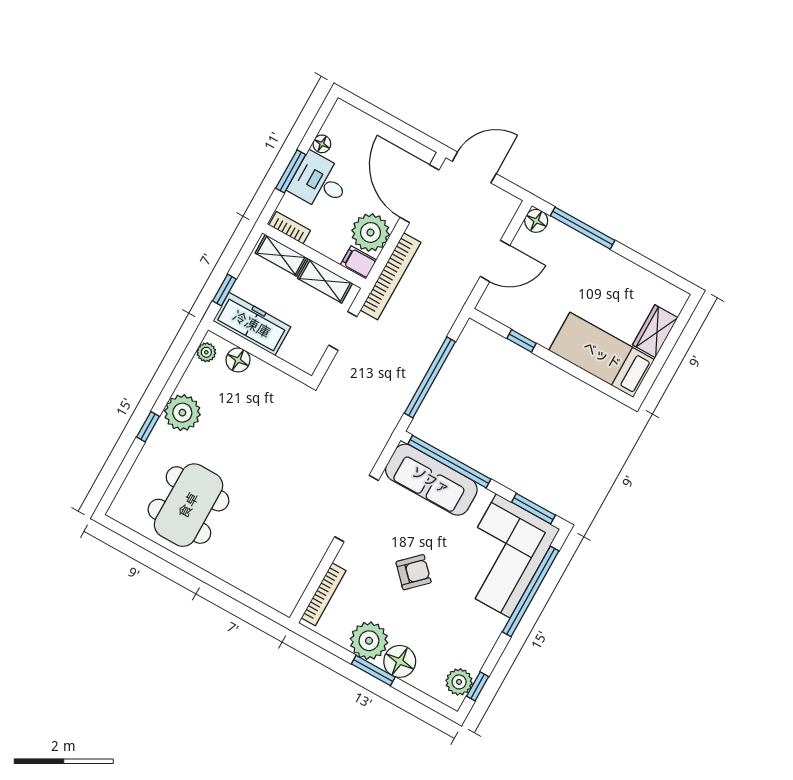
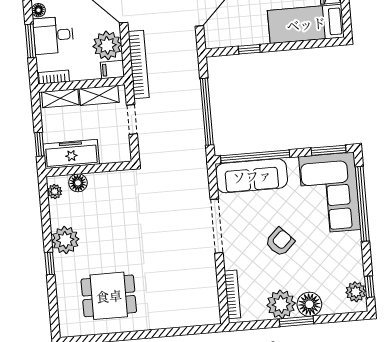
dining table: (188, 505) -> (109, 296), width x0.73

